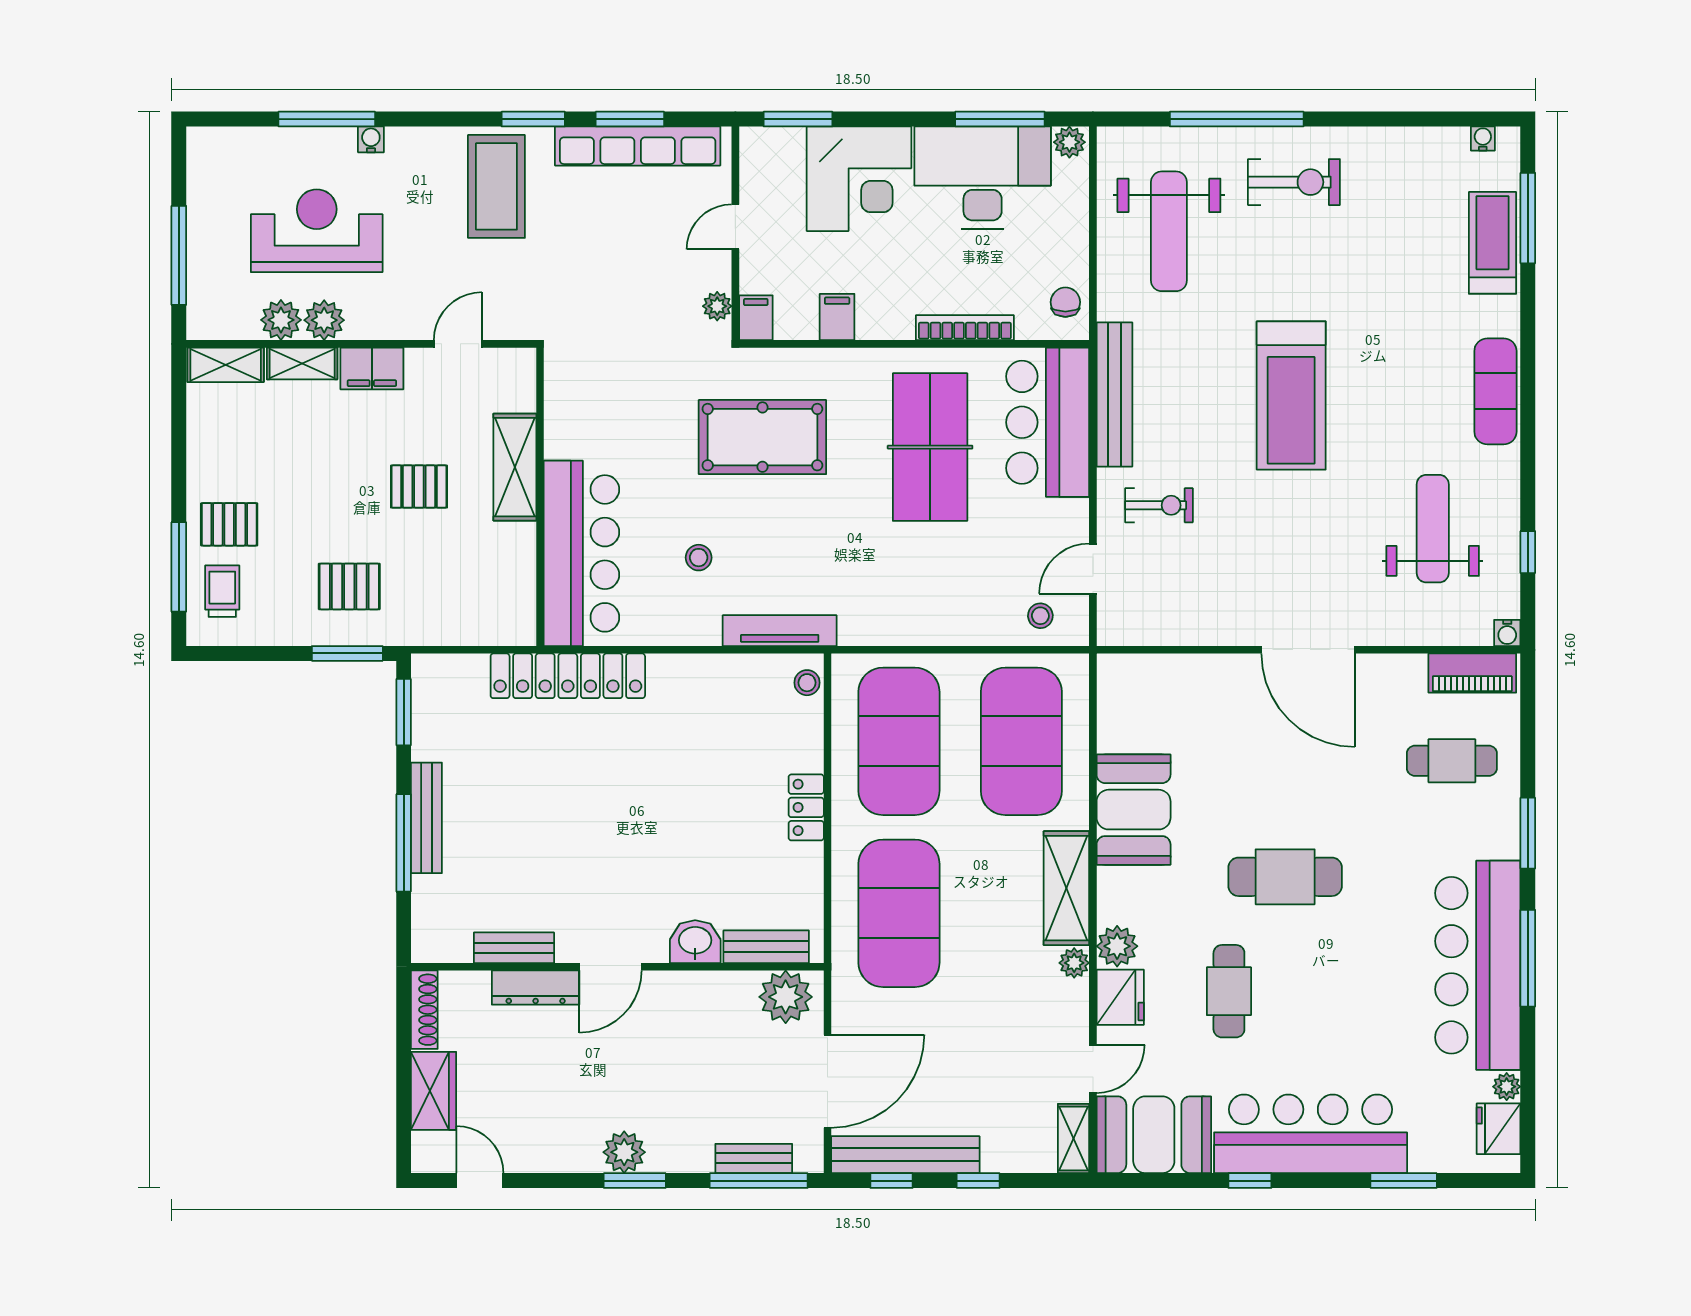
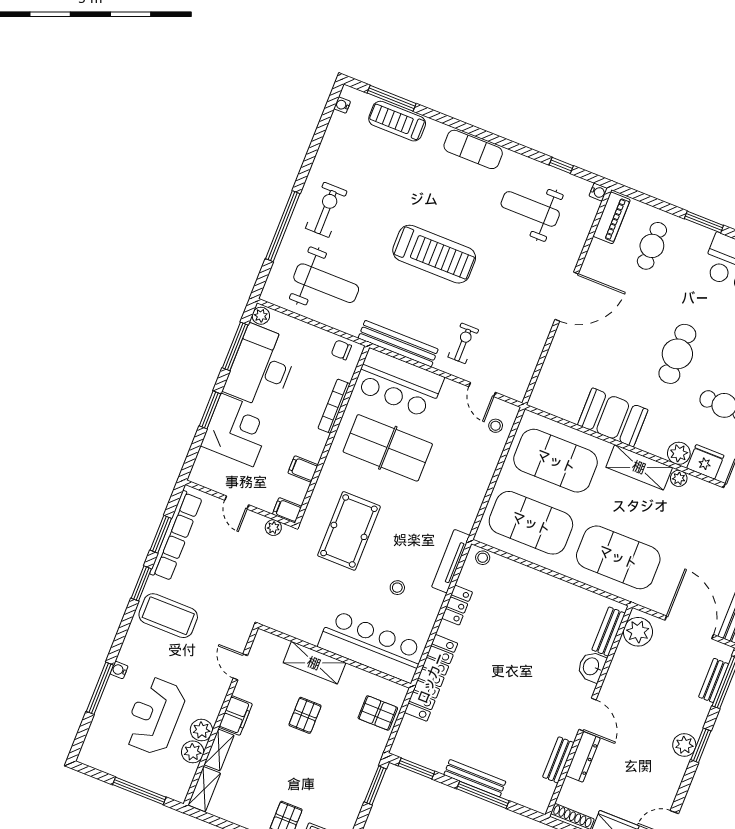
window: (798, 119) -> (210, 410), moved
pallet: (349, 586) -> (378, 713), moved, turned 90
locker: (806, 807) -> (457, 605), moved, turned -90

